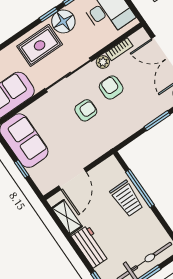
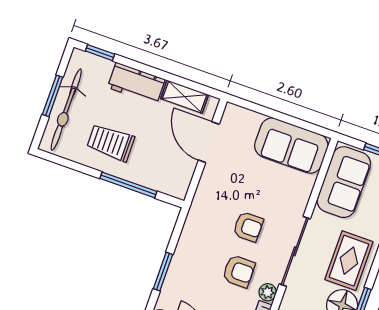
armchair: (86, 110) -> (248, 227), turned -90
window: (22, 169) -> (272, 113), removed
trolley: (127, 199) -> (111, 143), moved

